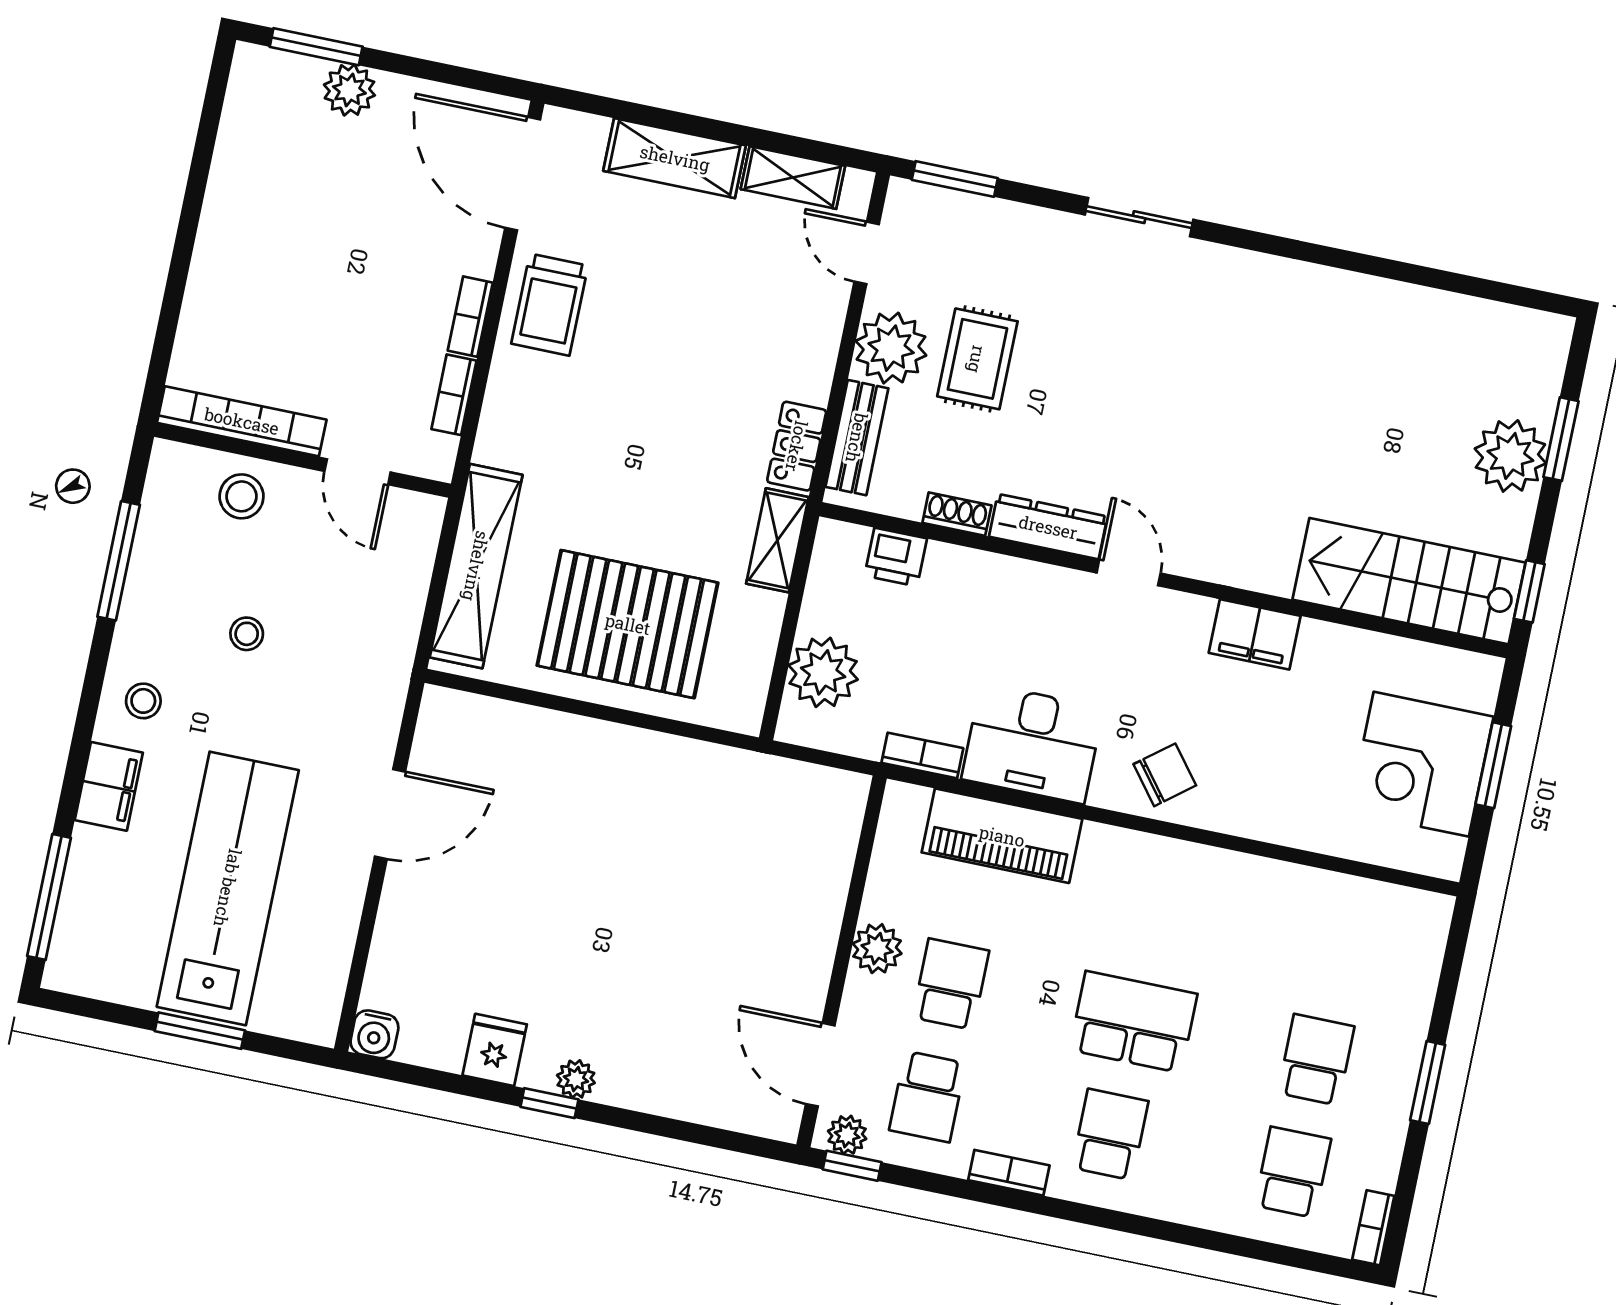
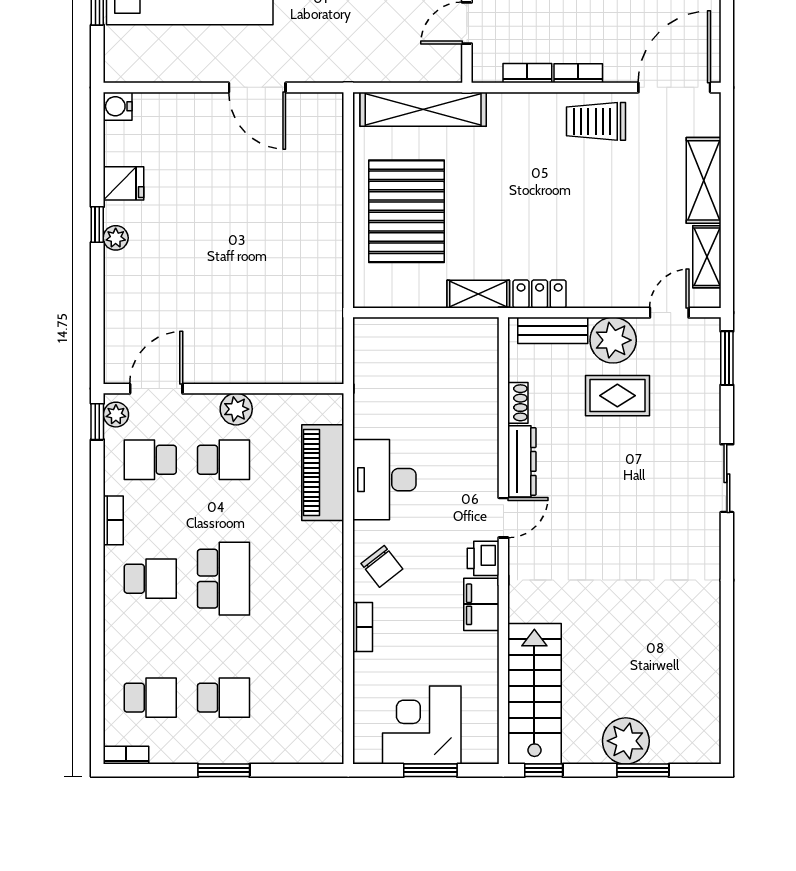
printer: (896, 557) -> (483, 558), moved
plant: (823, 672) -> (402, 340), removed
bookcase: (922, 755) -> (363, 627), moved

